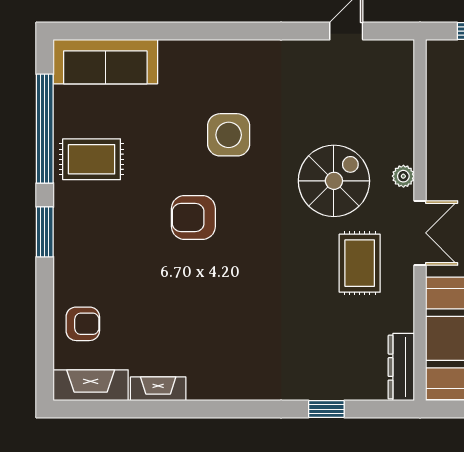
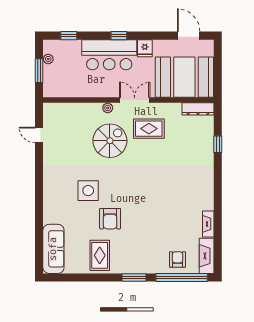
window: (45, 129) -> (182, 277), moved
spiral stairs: (334, 181) -> (110, 141), turned 90
armchair: (193, 217) -> (110, 219), moved

